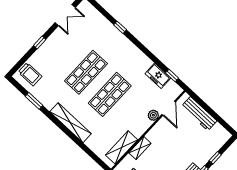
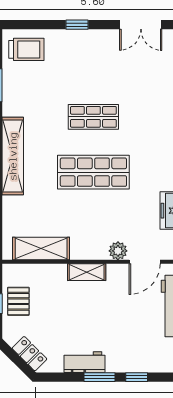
shop shelf: (86, 72) -> (93, 117), width x0.70, depth x0.74
trolley: (30, 74) -> (26, 49), turned -90
shelving: (140, 148) -> (87, 272), moved

